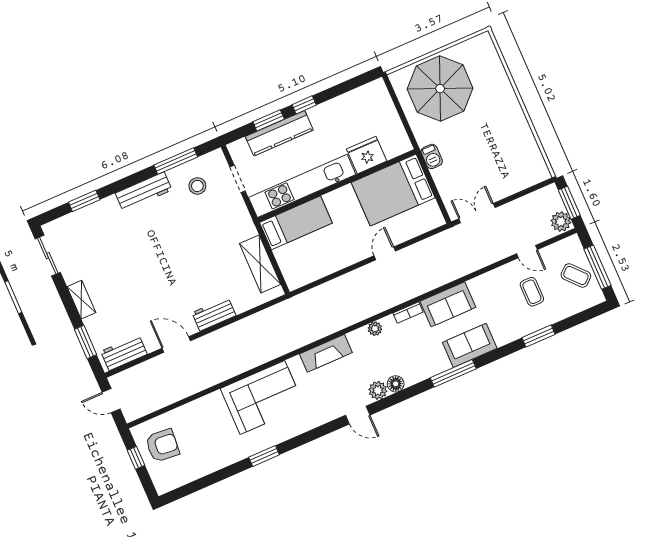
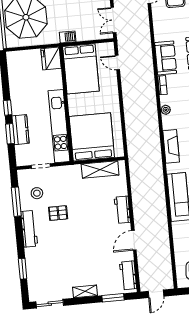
kitchen counter: (279, 133) -> (20, 130), width x0.67
fridge: (367, 155) -> (51, 58), moved
bed: (296, 223) -> (92, 137), width x2.04
pallet: (179, 225) -> (58, 213), added
door: (385, 253) -> (117, 63), moved

